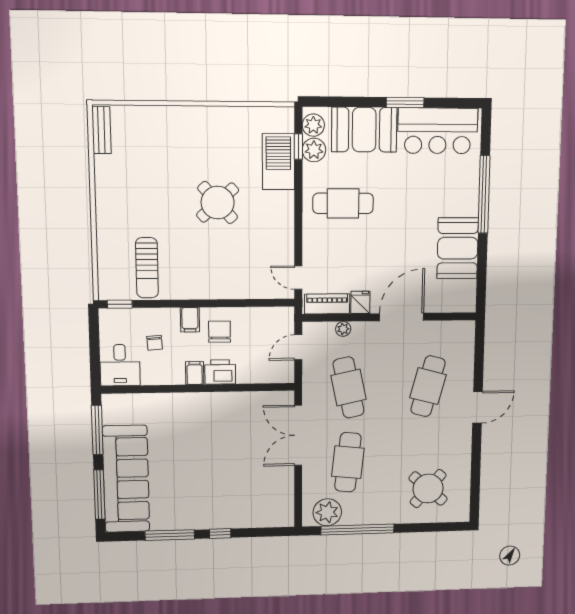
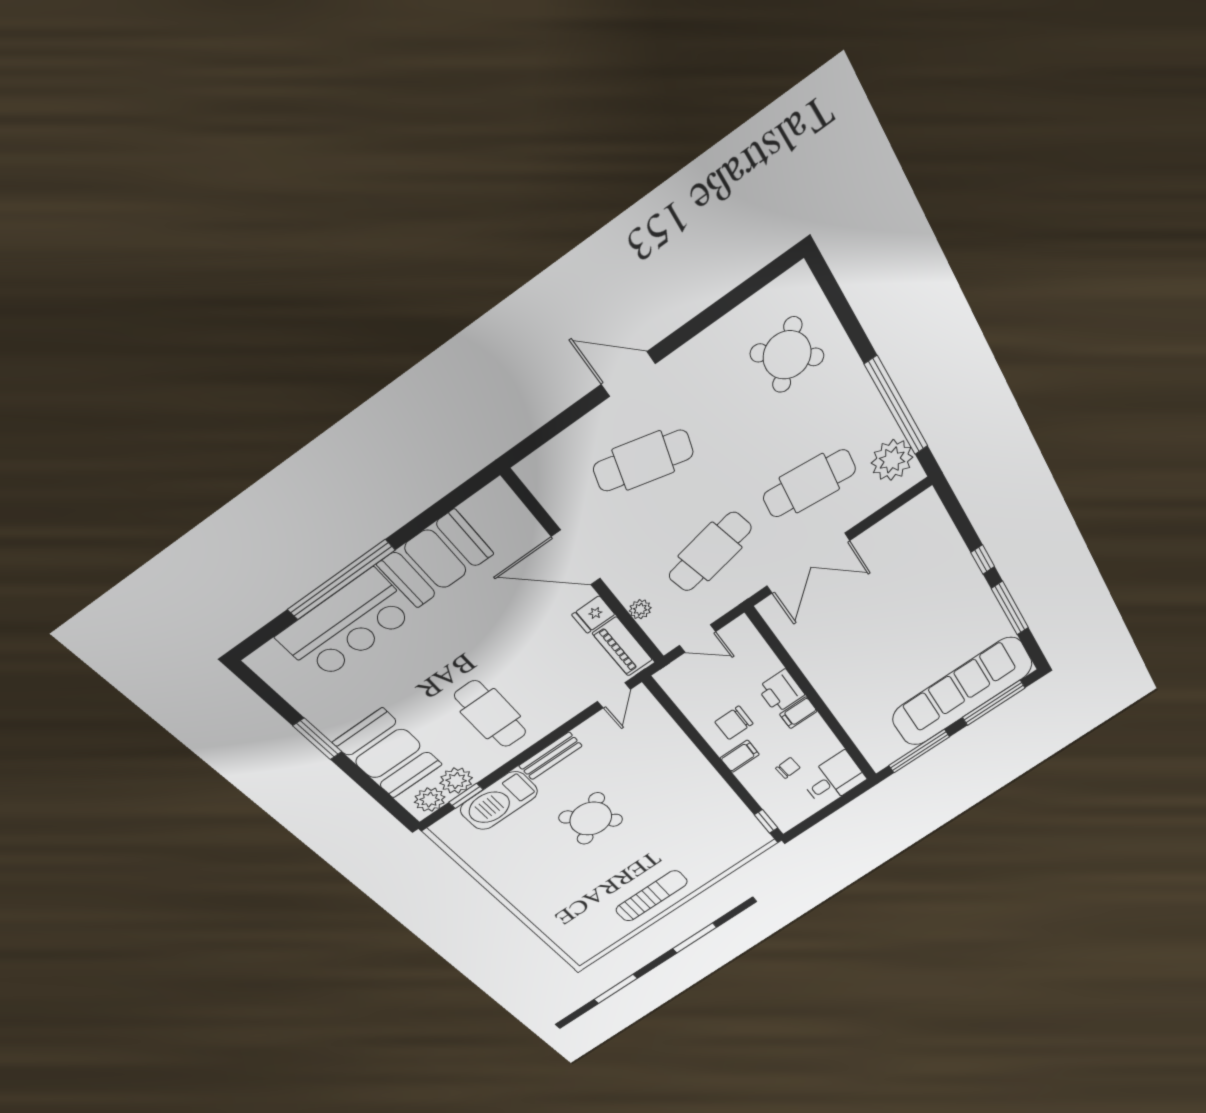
bench: (101, 130) -> (550, 756), moved
bar counter: (438, 131) -> (347, 625), moved, turned 90
sun lounger: (147, 268) -> (652, 896), moved

